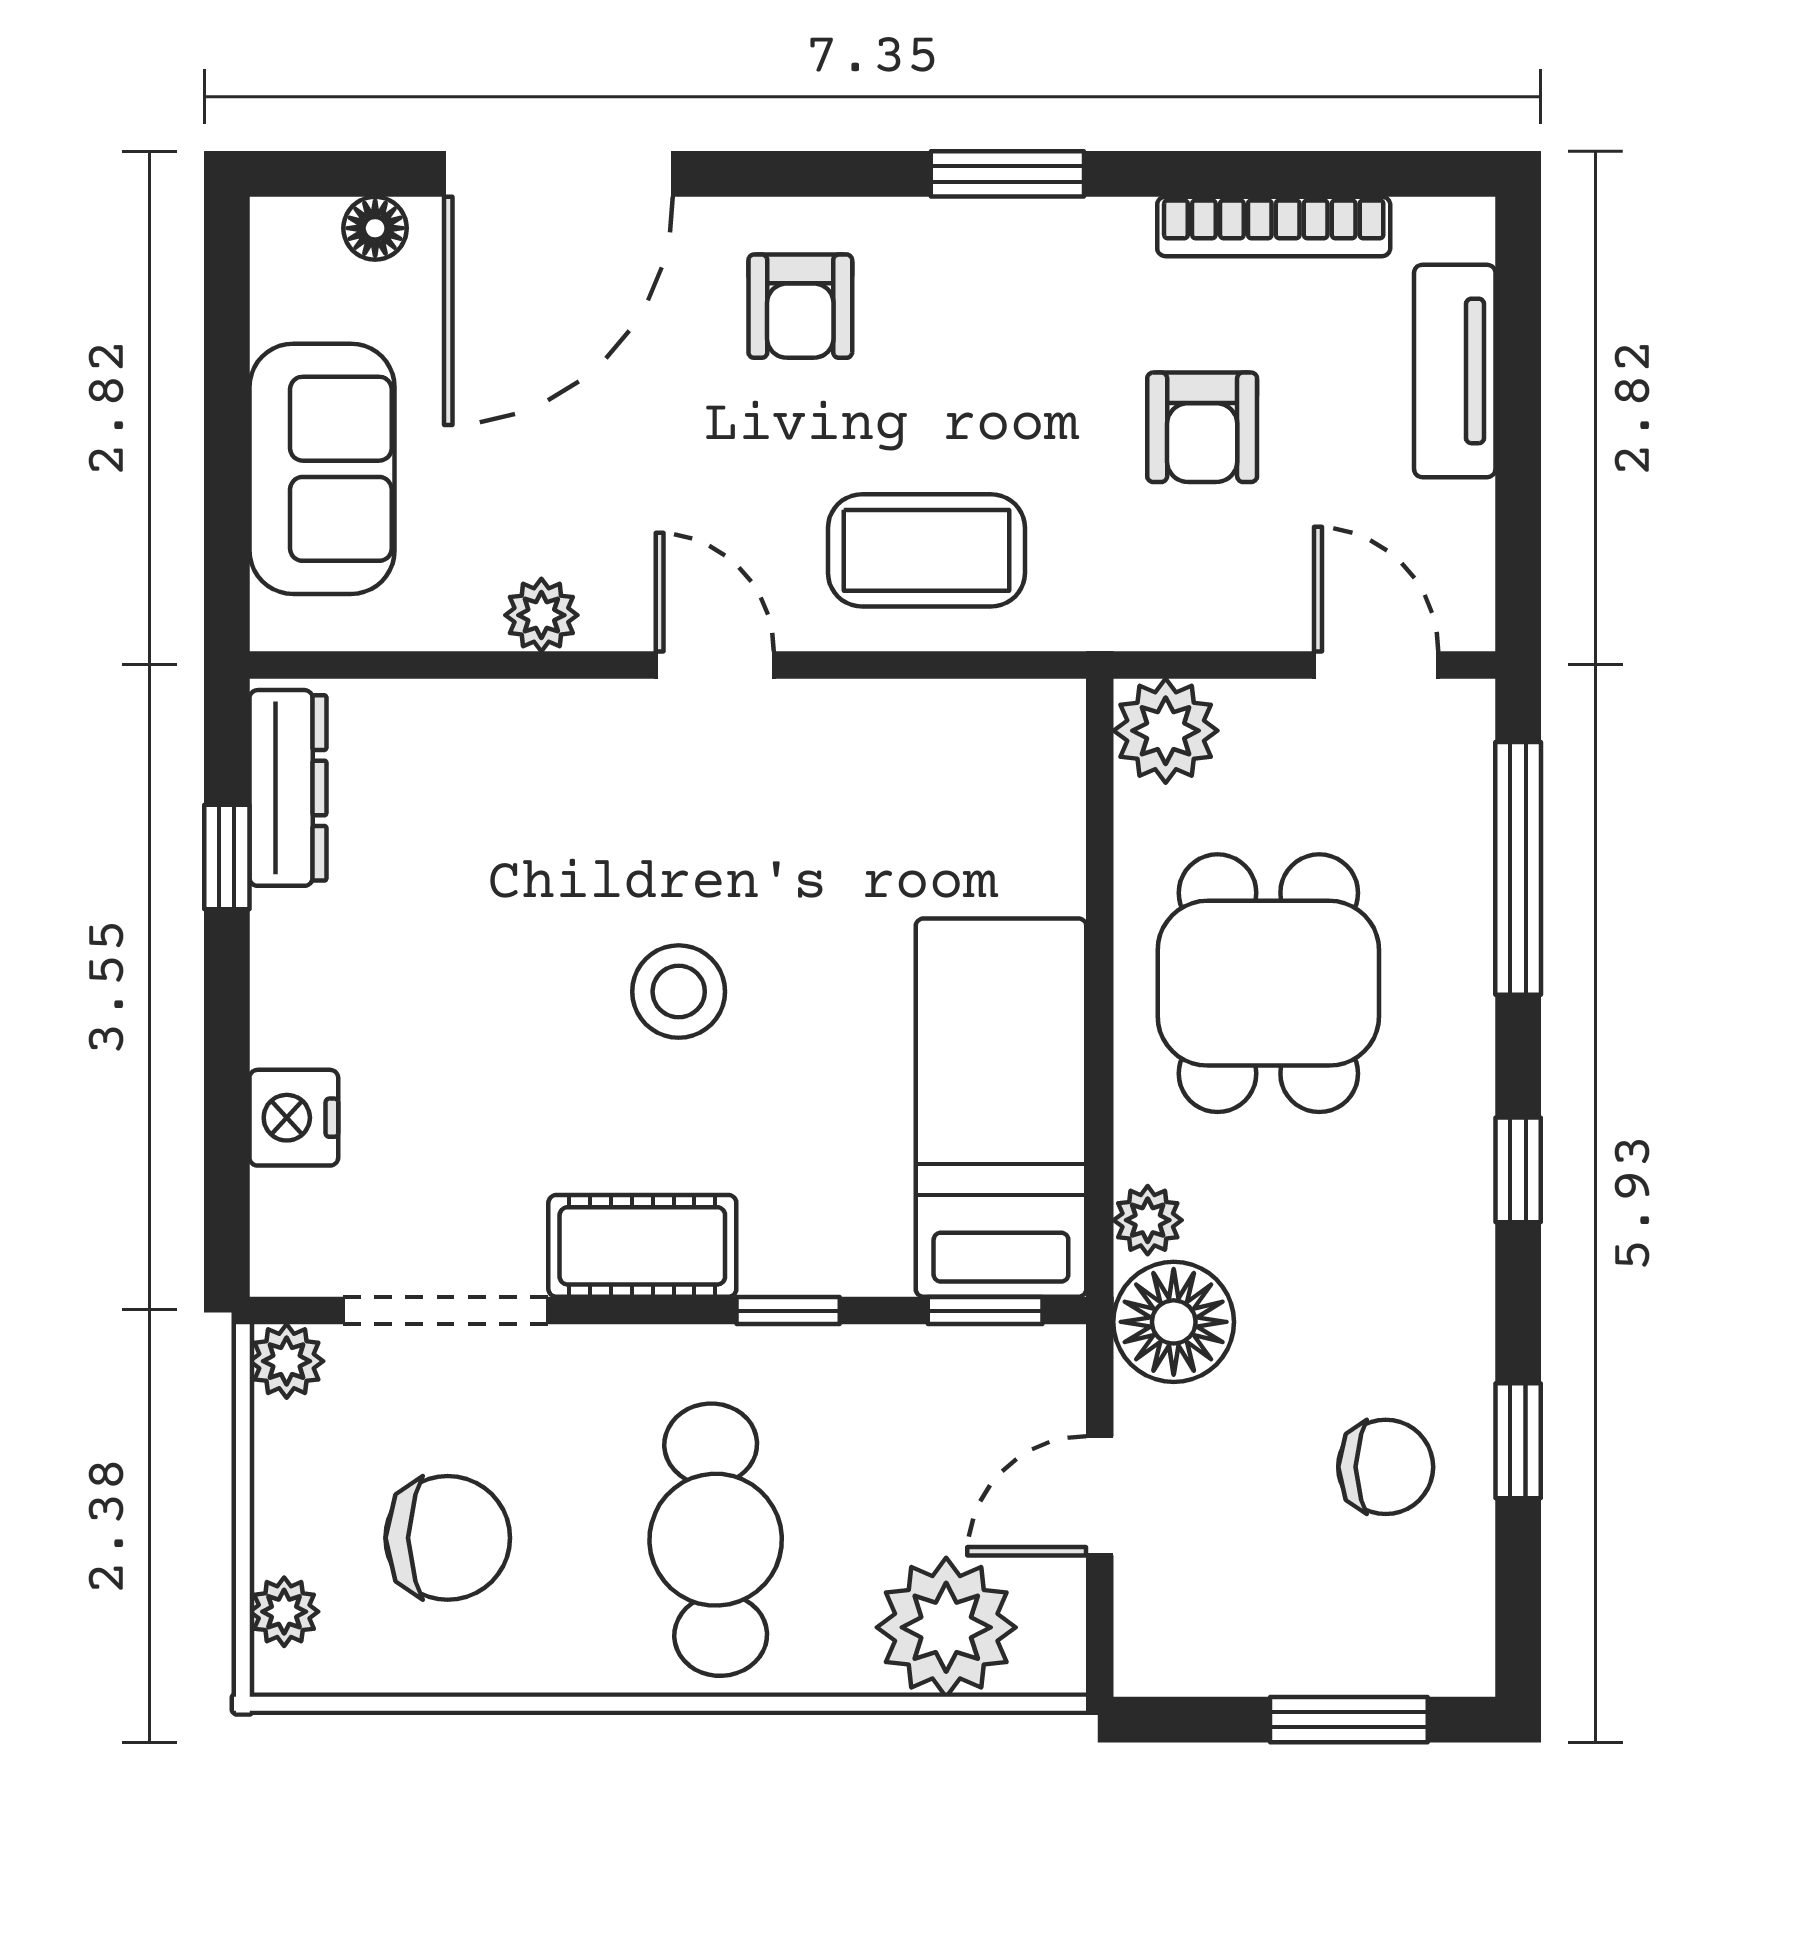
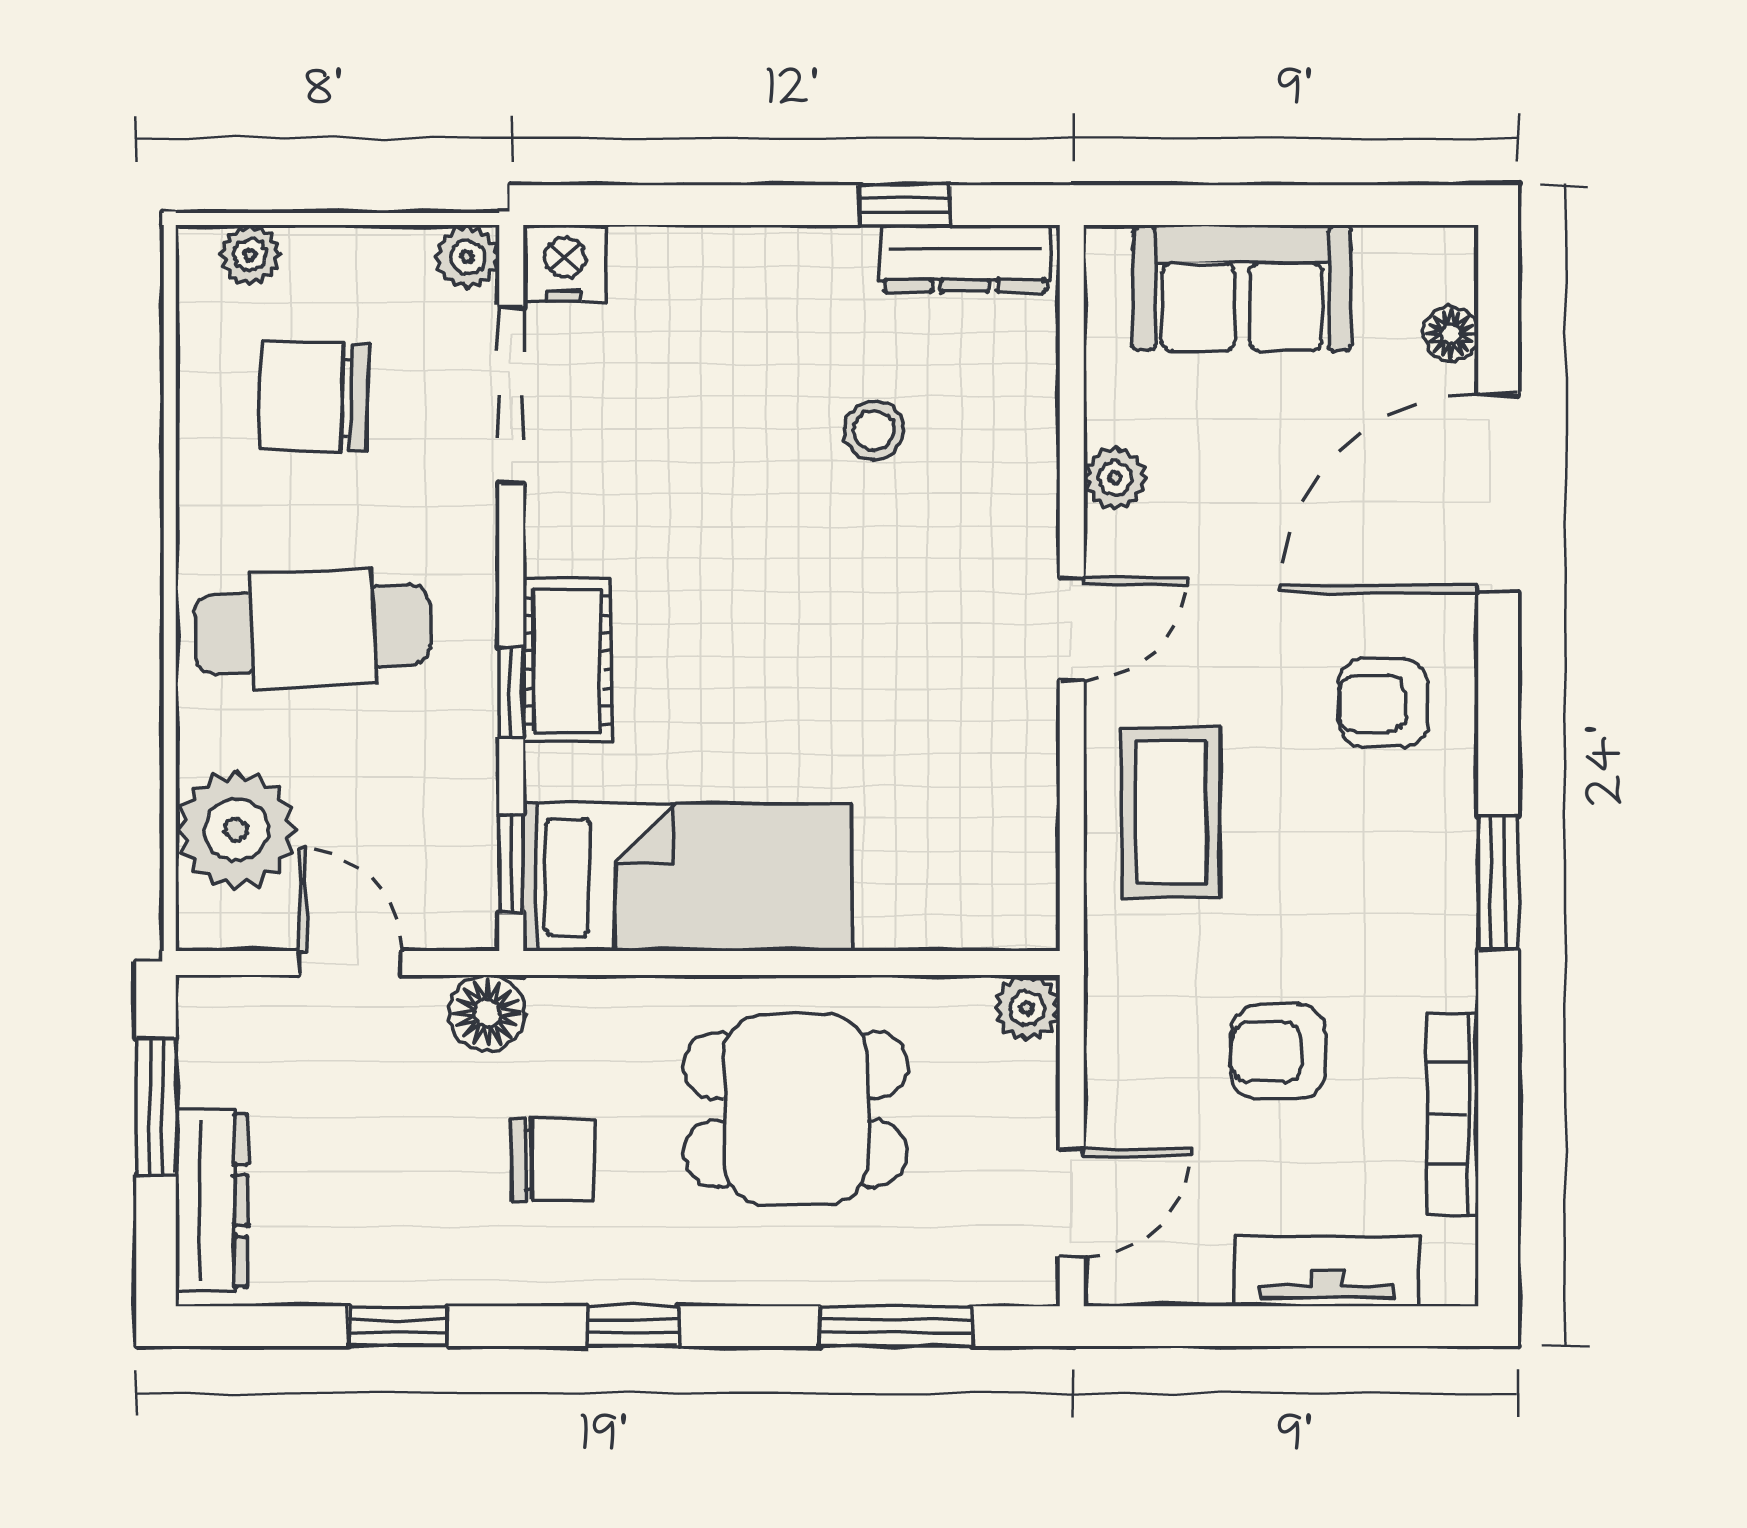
door: (558, 174) -> (1498, 493), hinge flipped
plant: (1166, 731) -> (1027, 1008), width x0.73, depth x0.73
window: (1518, 868) -> (895, 1326), width x0.69
stool: (679, 992) -> (874, 430), moved, width x0.73, depth x0.73
nightstand: (294, 1118) -> (565, 263), moved
plant: (1148, 1220) -> (590, 1005), removed
cot: (642, 1246) -> (567, 660), moved
floor lamp: (1174, 1322) -> (487, 1013), width x0.73, depth x0.73
chair: (1386, 1467) -> (553, 1160), moved, turned -90
chair: (448, 1538) -> (314, 397), turned 92
dresser: (1373, 1656) -> (212, 1200), added
window: (1349, 1720) -> (156, 1107), moved

